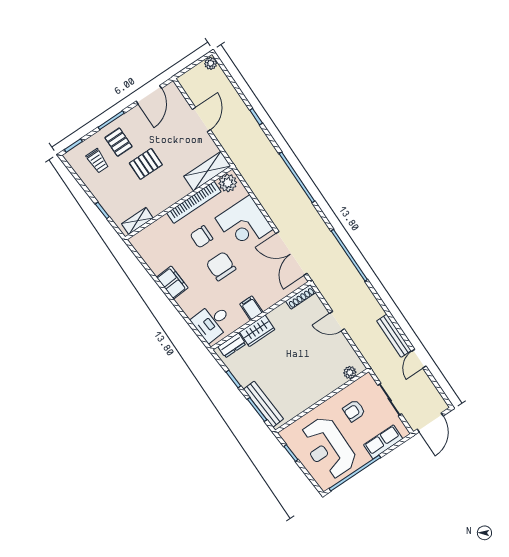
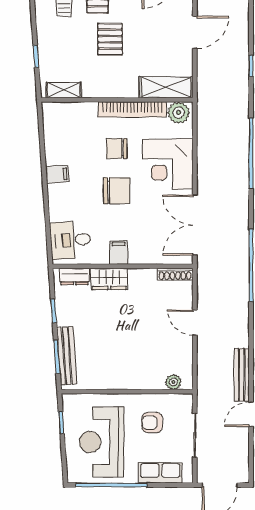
pallet: (146, 164) -> (110, 39), turned 90
chair: (221, 266) -> (117, 191), turned 90
filing cabinet: (172, 282) -> (57, 174), width x0.50

